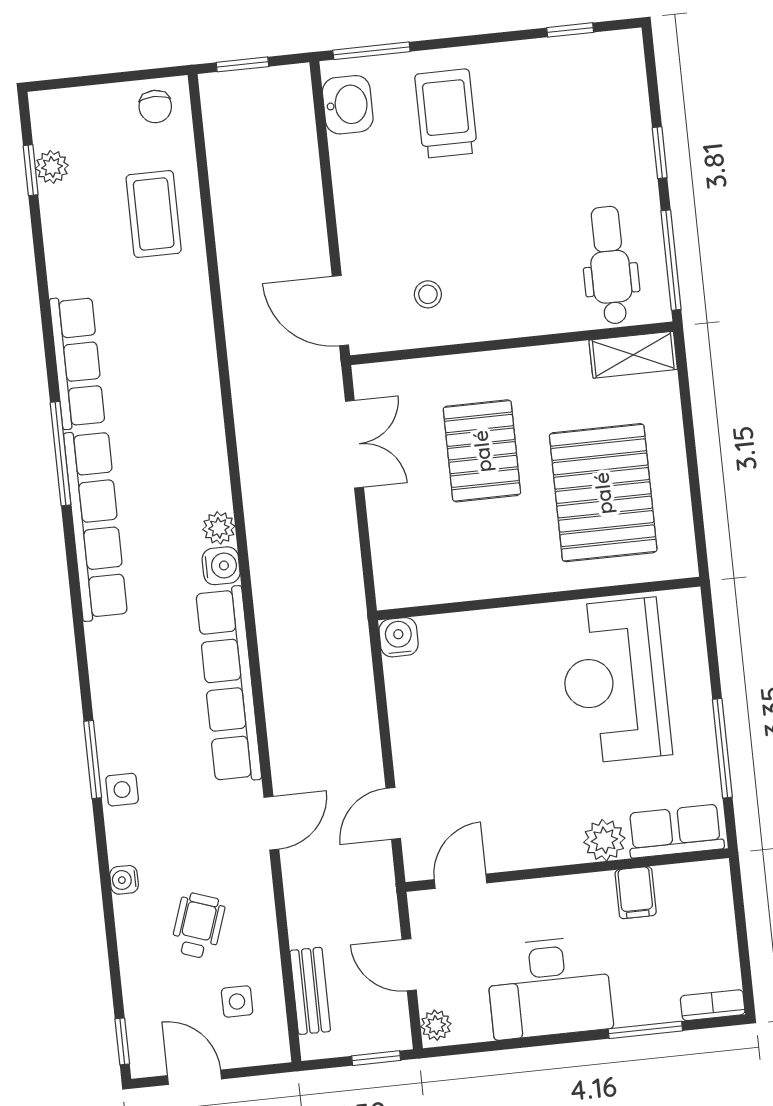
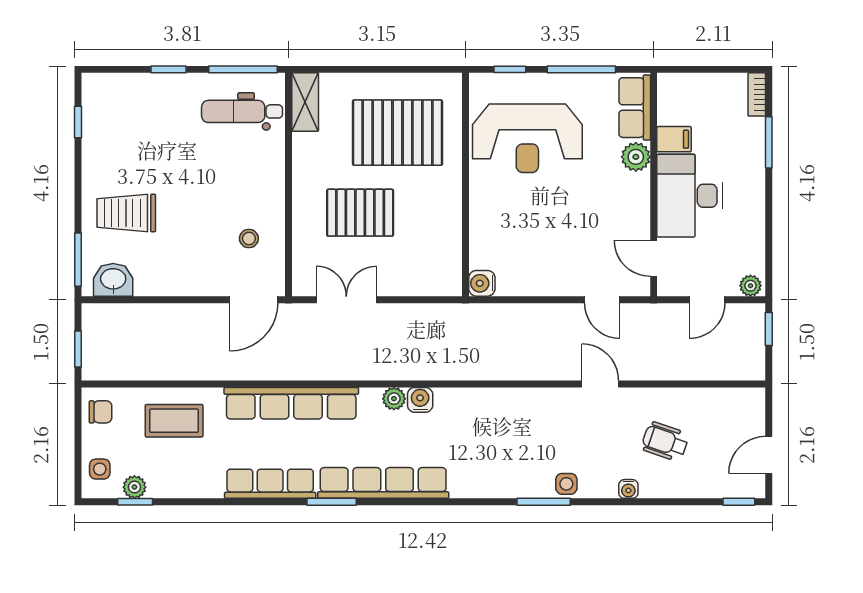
window: (60, 454) -> (332, 502), width x0.69
window: (711, 645) -> (510, 69), added
row of seats: (229, 685) -> (291, 403), moved
desk: (549, 987) -> (690, 196), moved, turned 180
bench: (310, 991) -> (718, 369), removed
side table: (237, 1001) -> (100, 469), moved

